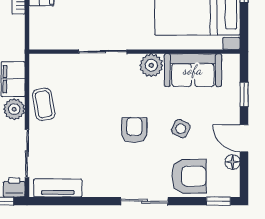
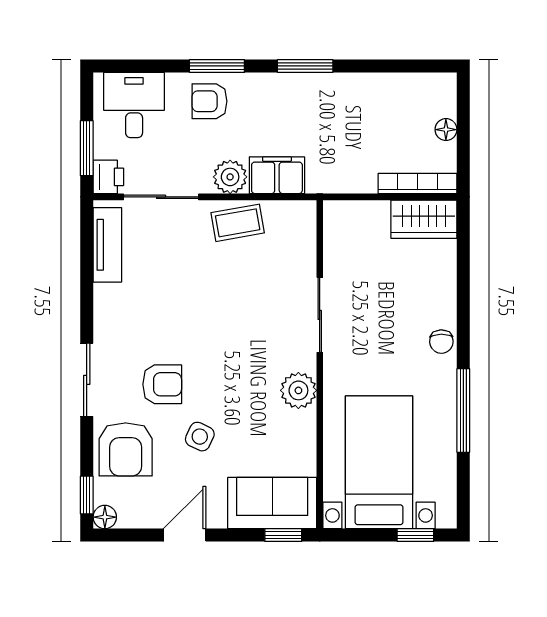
sofa: (193, 70) -> (272, 503), moved, turned 90
window: (244, 95) -> (283, 535), moved
armchair: (134, 130) -> (162, 384), moved
floor lamp: (232, 162) -> (105, 517), moved

